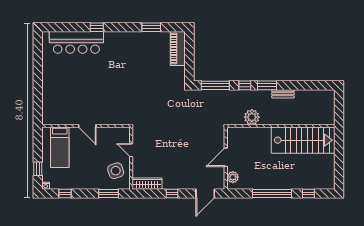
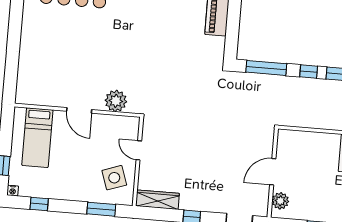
plant: (252, 117) -> (116, 101), moved

